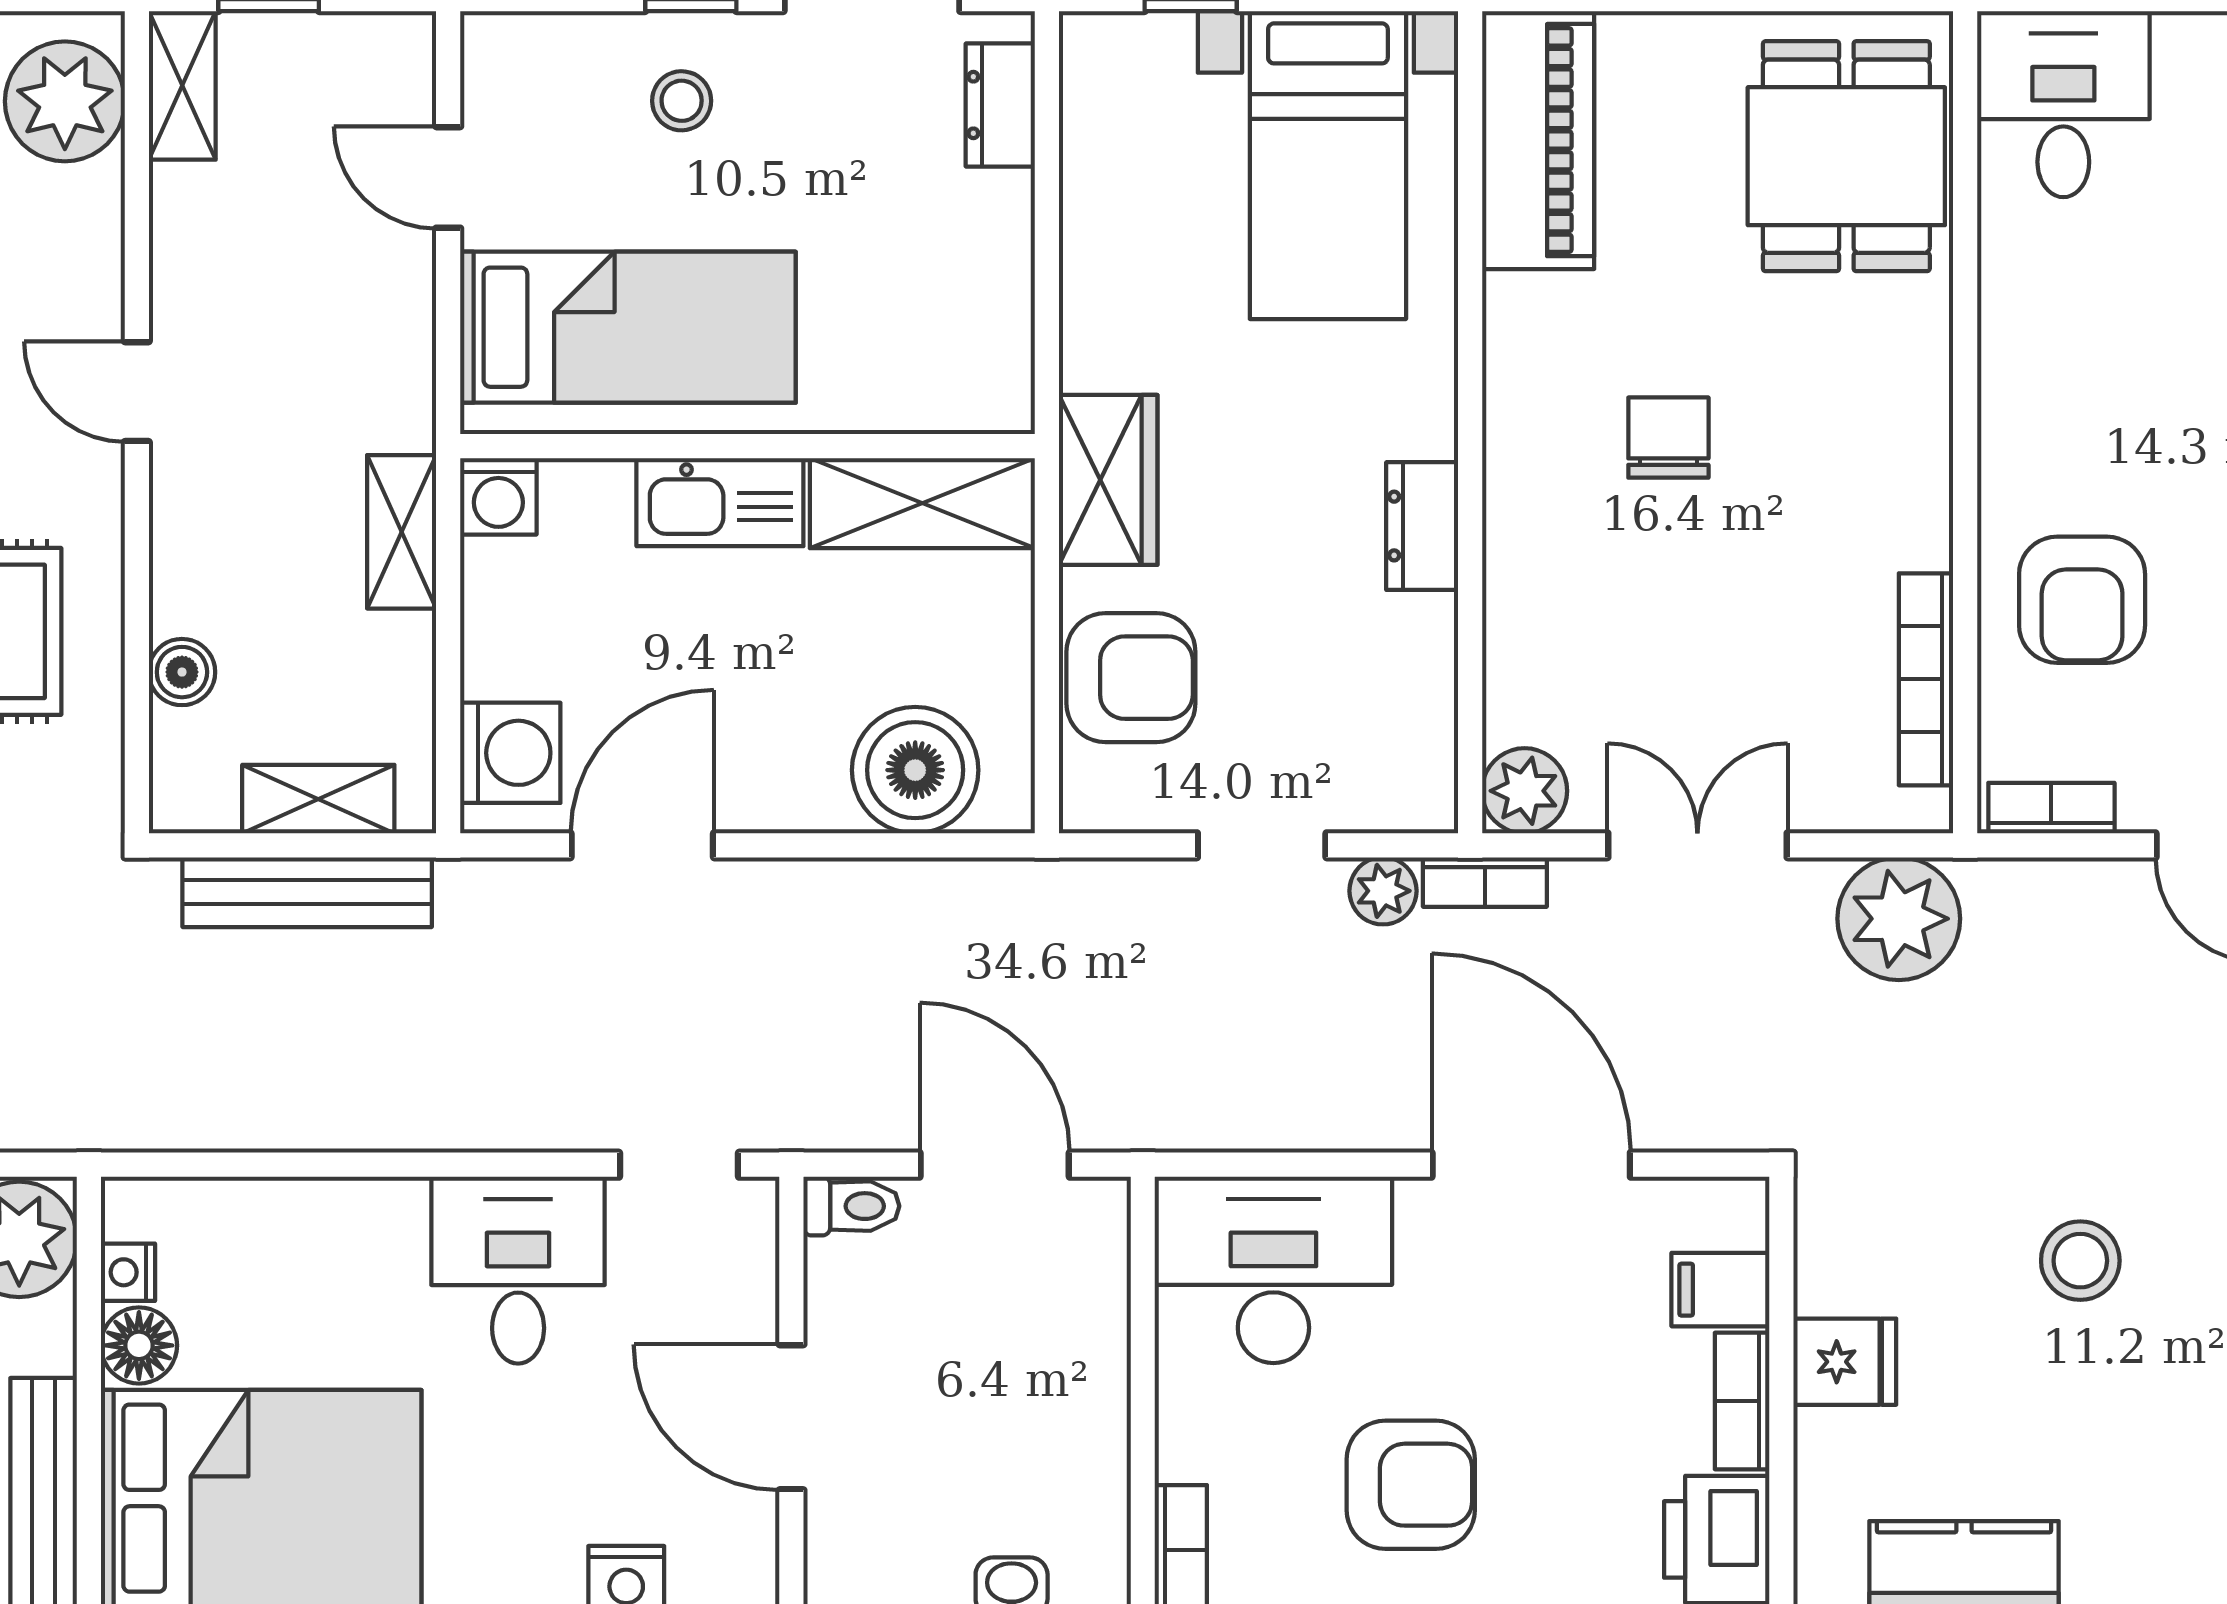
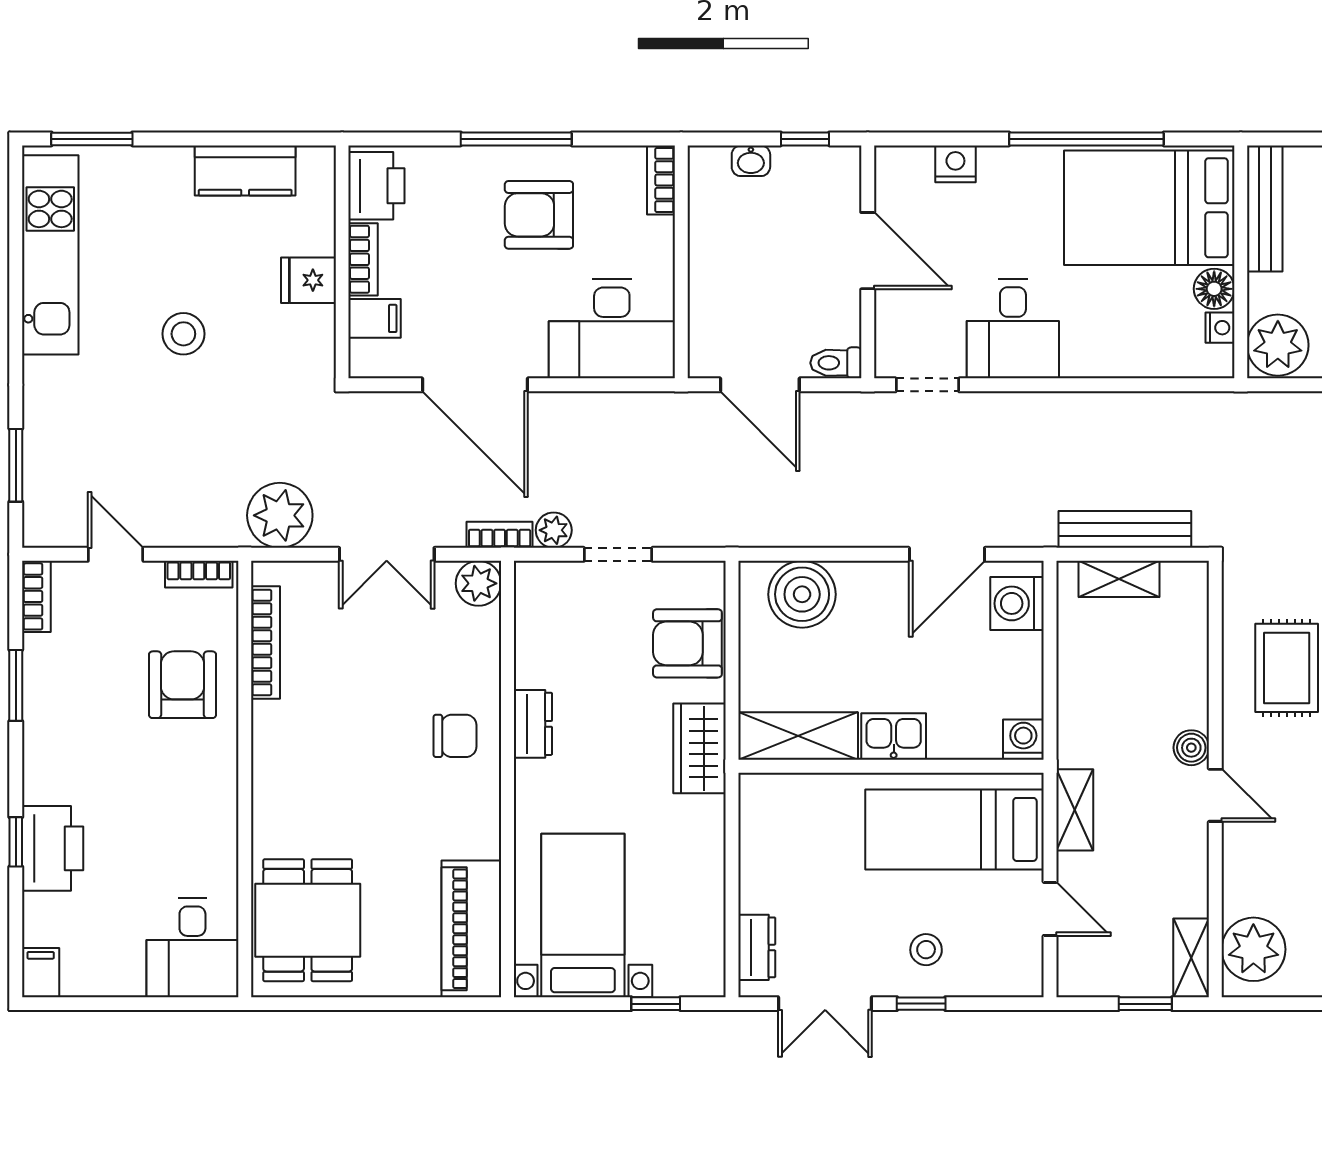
chair: (1668, 438) -> (455, 736), moved, turned -90
kitchen sink: (720, 502) -> (894, 737), width x0.73
shelving: (402, 532) -> (1075, 810), moved
boiler: (182, 672) -> (1191, 748), moved

